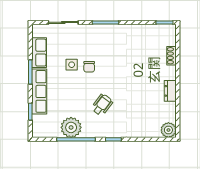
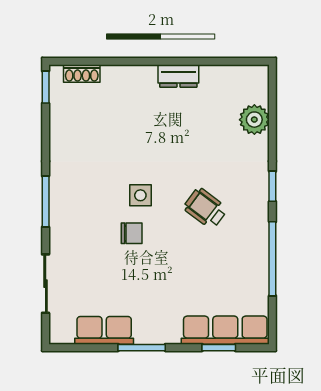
shoe rack: (172, 56) -> (82, 73), moved
side table: (72, 65) -> (140, 195), moved
row of seats: (39, 91) -> (225, 330), moved
plant: (71, 127) -> (249, 268), removed
plant: (168, 130) -> (254, 120), moved

